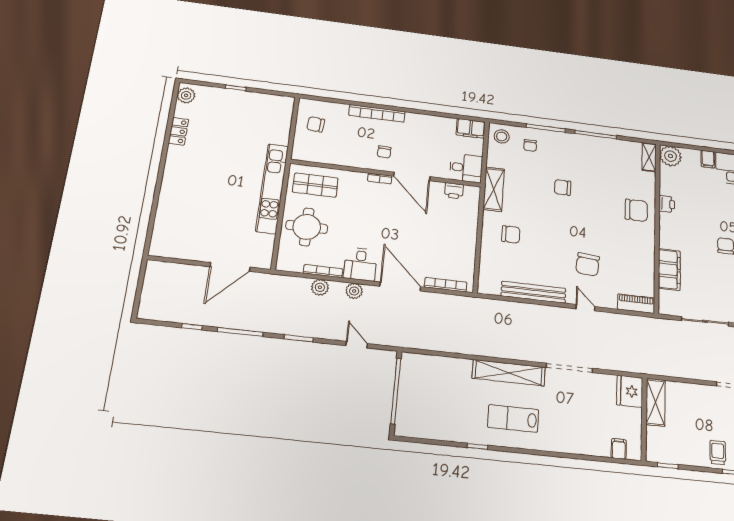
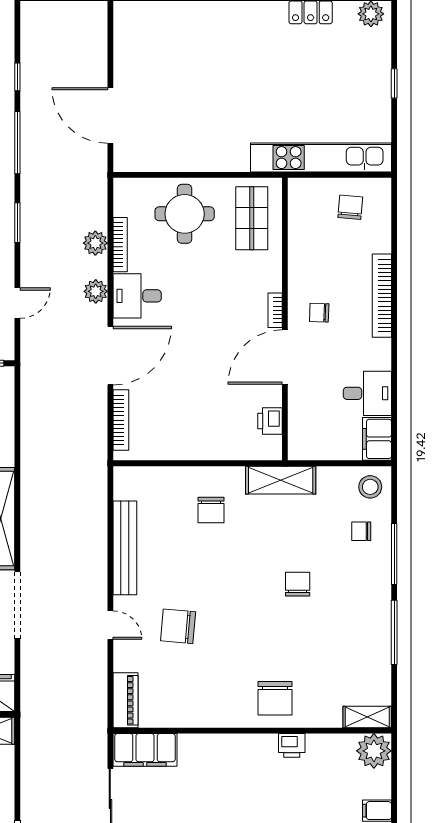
desk: (466, 168) -> (367, 393), moved, turned -90
kitchen unit: (272, 188) -> (321, 158), moved
filing cabinet: (669, 270) -> (145, 750), moved
door: (585, 308) -> (110, 625), hinge flipped

